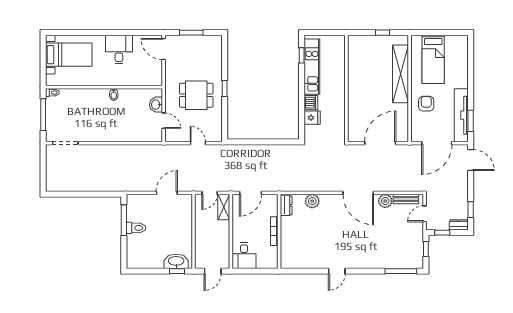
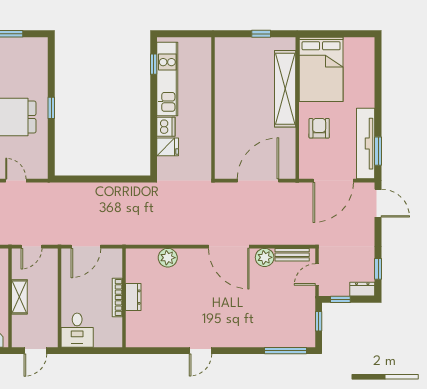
bed: (433, 59) -> (321, 69), width x1.50
dresser: (286, 205) -> (133, 297), moved
shelving: (224, 207) -> (19, 297), moved

